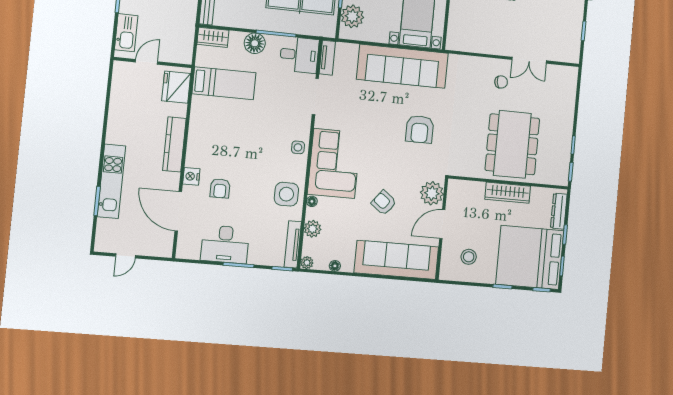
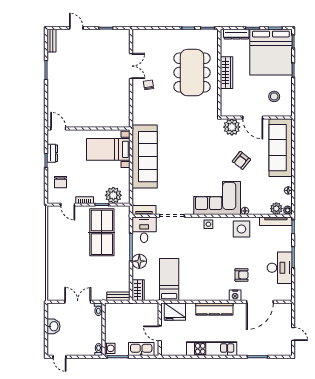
armchair: (420, 129) -> (188, 140), removed
dining table: (512, 144) -> (192, 73), turned 90
kitchen unit: (111, 181) -> (212, 349), moved
plant: (312, 229) -> (276, 209), moved

